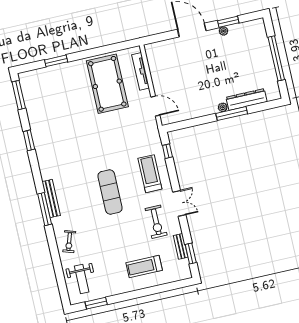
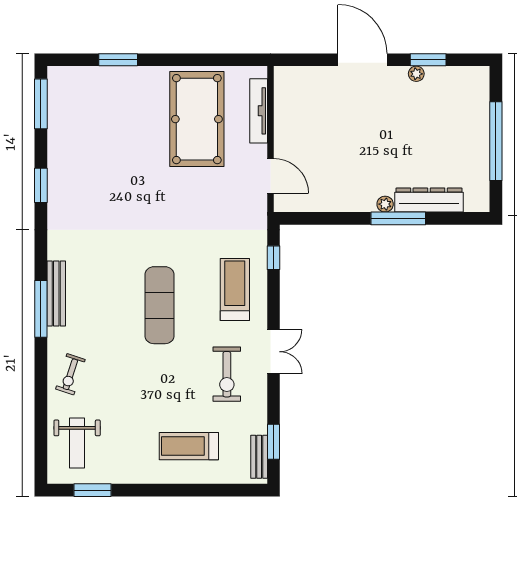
bench: (181, 246) -> (259, 457), moved

